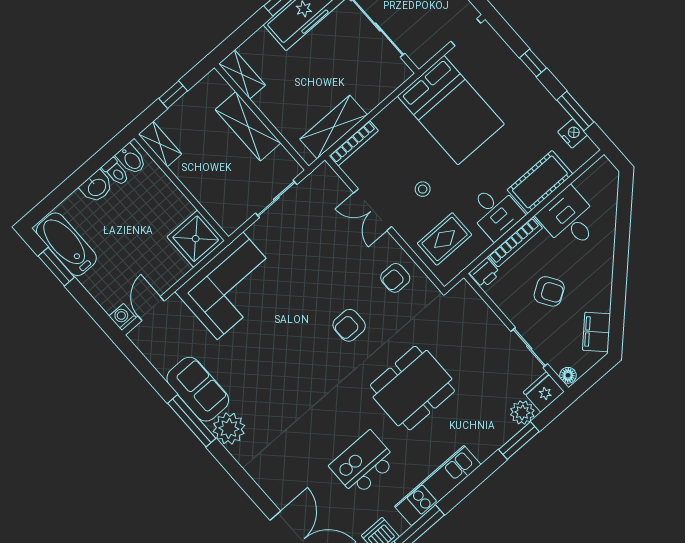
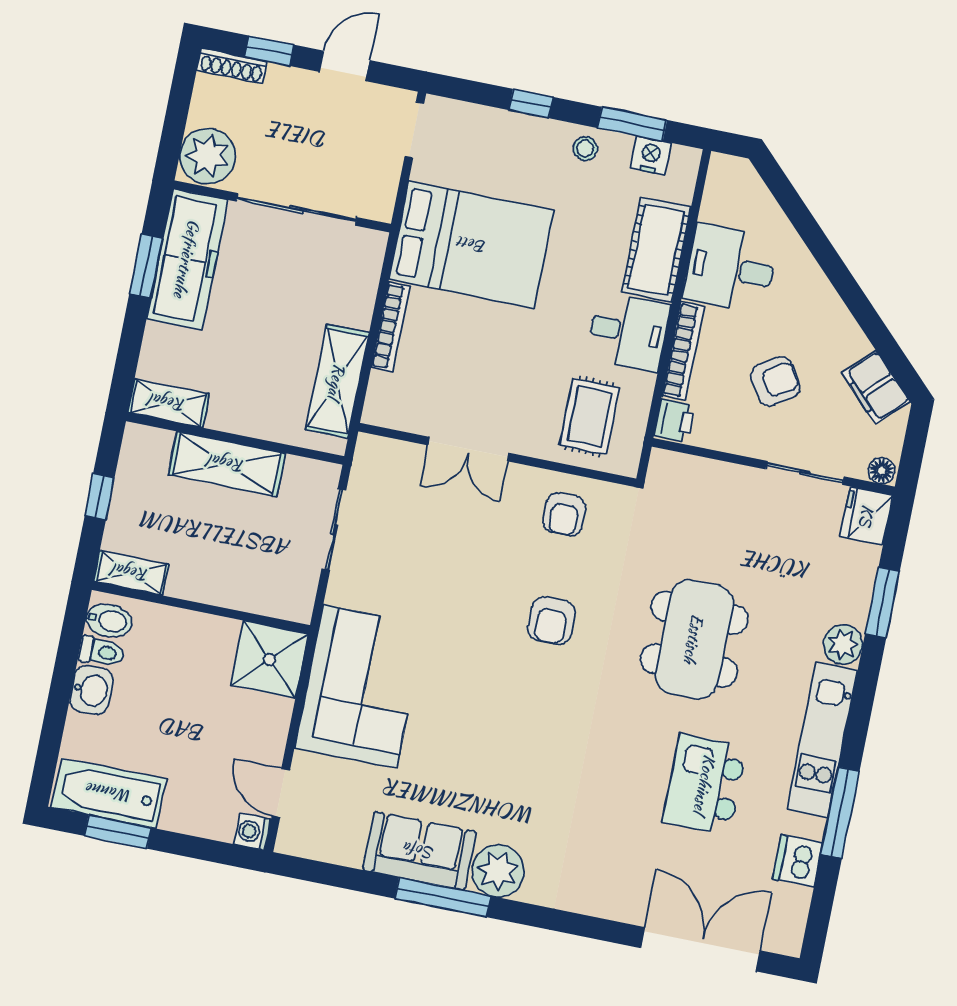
bookcase: (354, 143) -> (391, 327), moved
stool: (423, 189) -> (585, 149), moved
plant: (522, 412) -> (843, 644), moved

